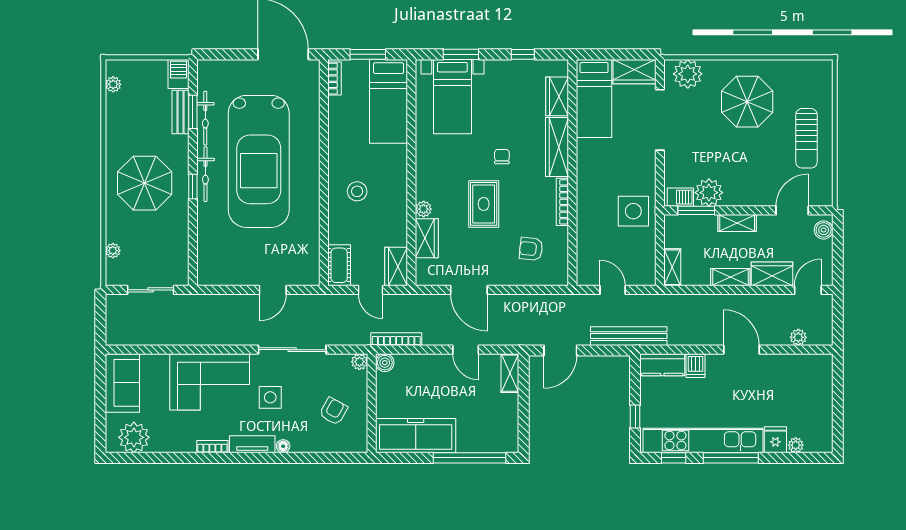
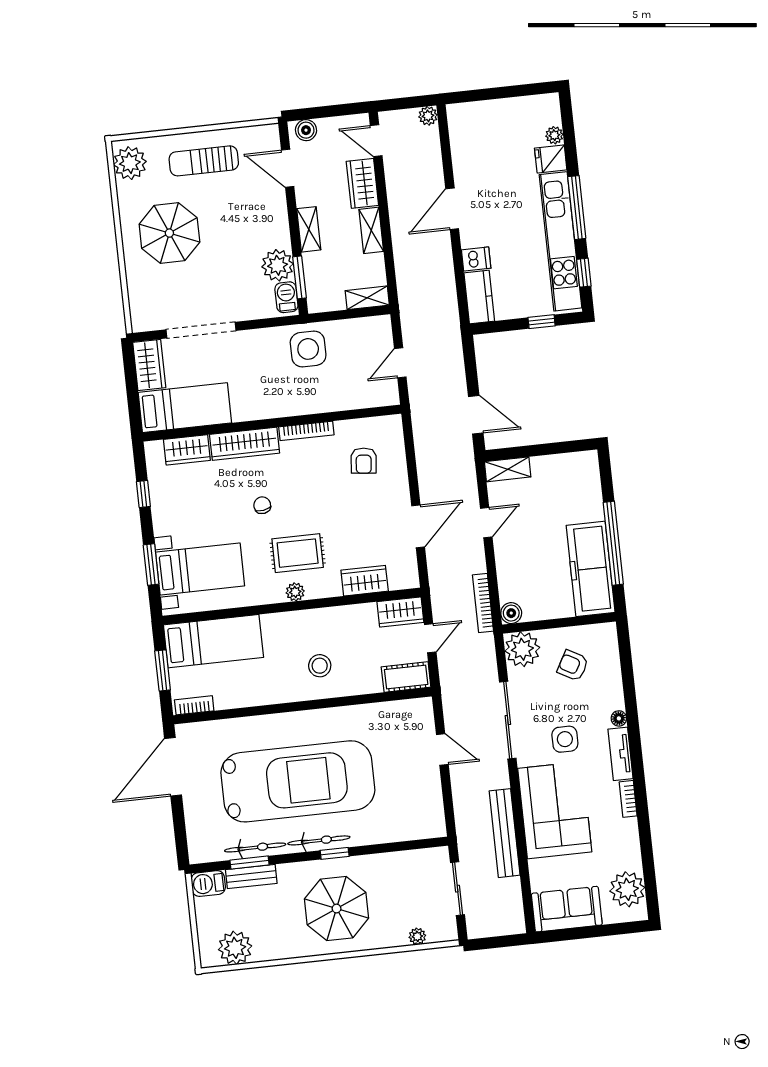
plant: (688, 74) -> (130, 163), moved
plant: (113, 84) -> (235, 948), width x1.87, depth x1.87
sun lounger: (806, 138) -> (204, 161), turned 180
chair: (502, 157) -> (262, 505), turned 81
rug: (484, 204) -> (298, 553), moved
plant: (424, 209) -> (295, 592), moved
bench: (629, 336) -> (505, 833), moved
plant: (798, 337) -> (428, 116), moved
plant: (359, 362) -> (522, 649), width x1.88, depth x1.88
window: (469, 458) -> (613, 543), moved

